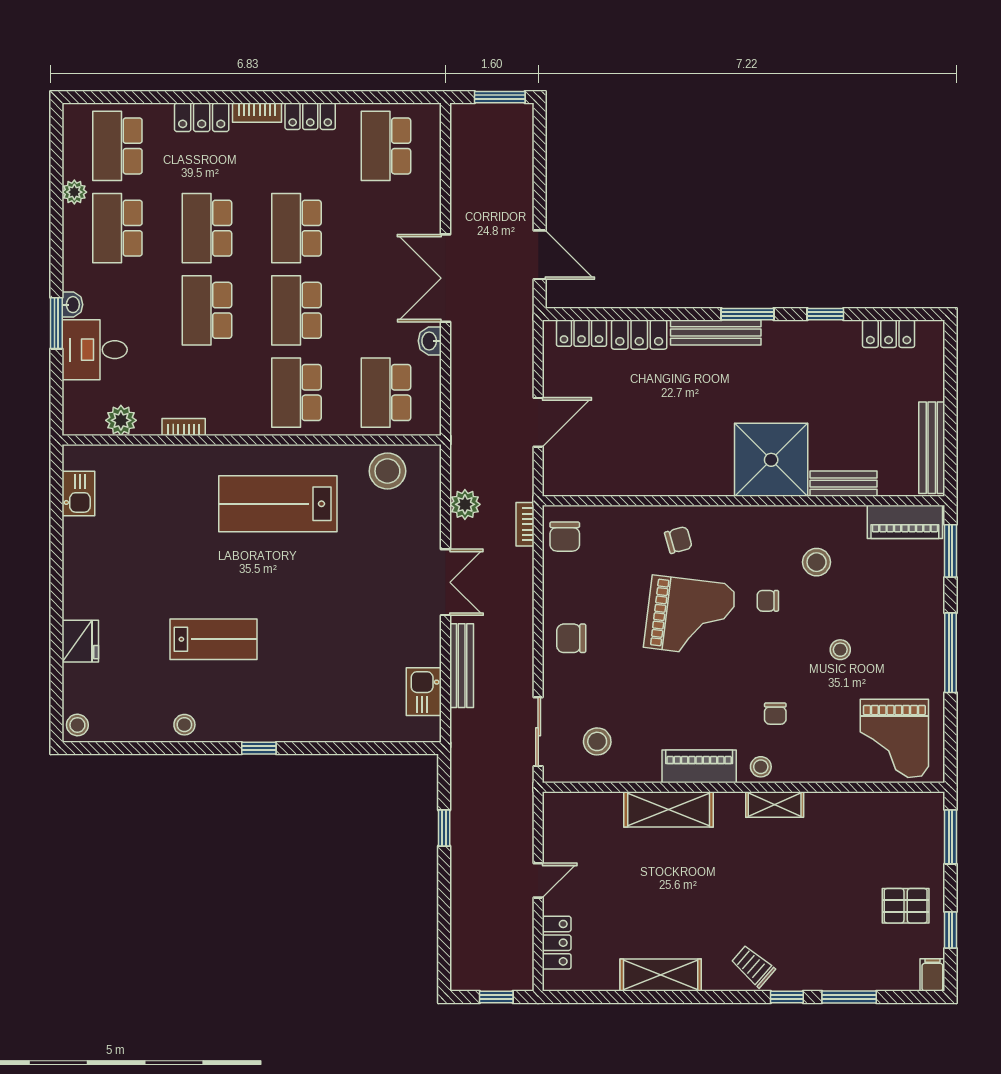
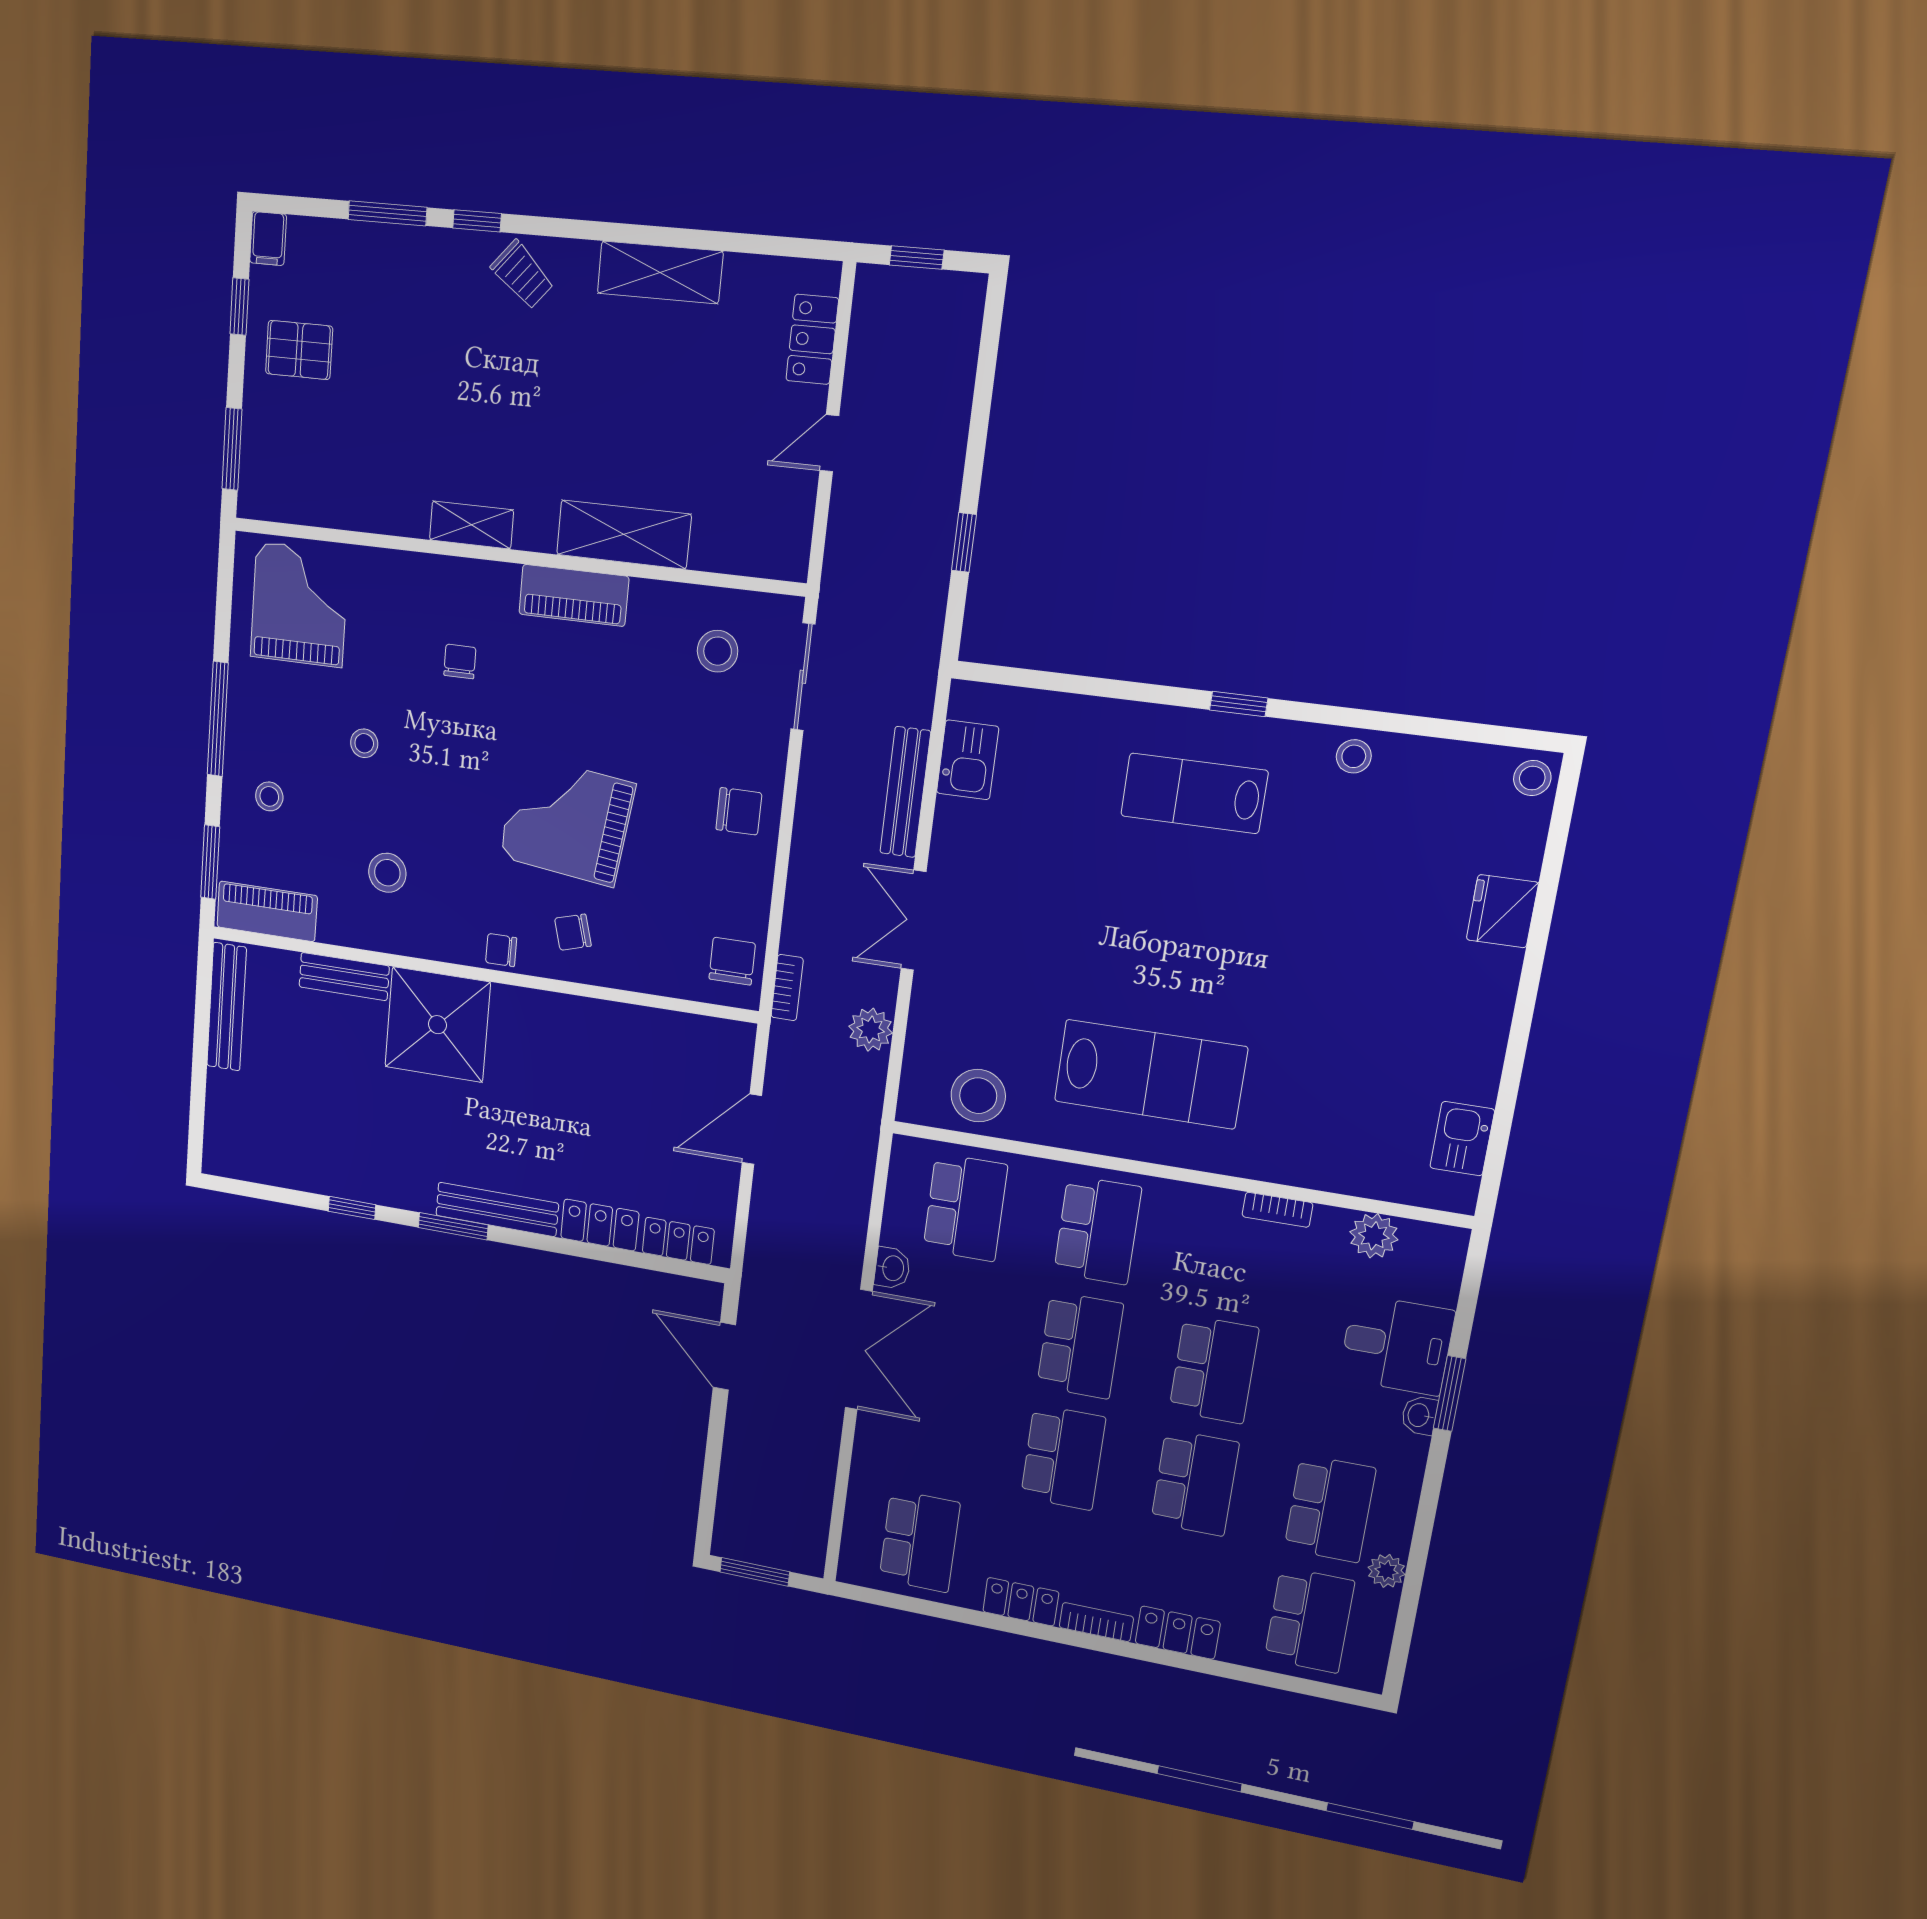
locker: (889, 334) -> (273, 1168), removed
chair: (768, 601) -> (501, 950), moved, turned 180
lab bench: (214, 639) -> (1194, 793), moved
stool: (761, 767) -> (269, 796), moved

